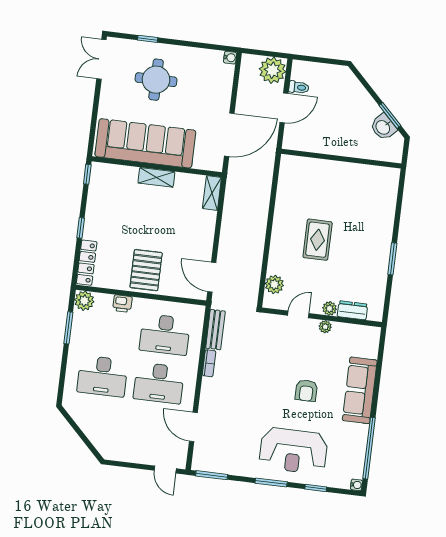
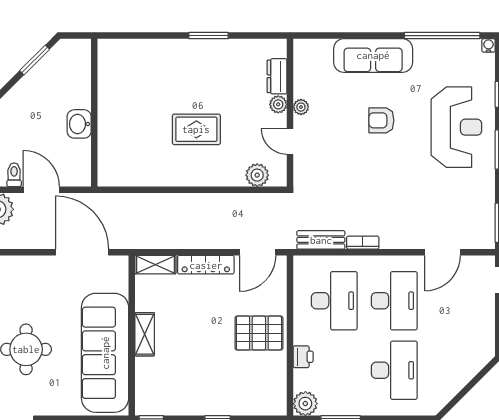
washbasin: (383, 127) -> (79, 124), moved, turned 135
locker: (87, 263) -> (206, 265), moved, turned 180
armchair: (306, 391) -> (381, 120), turned 180

